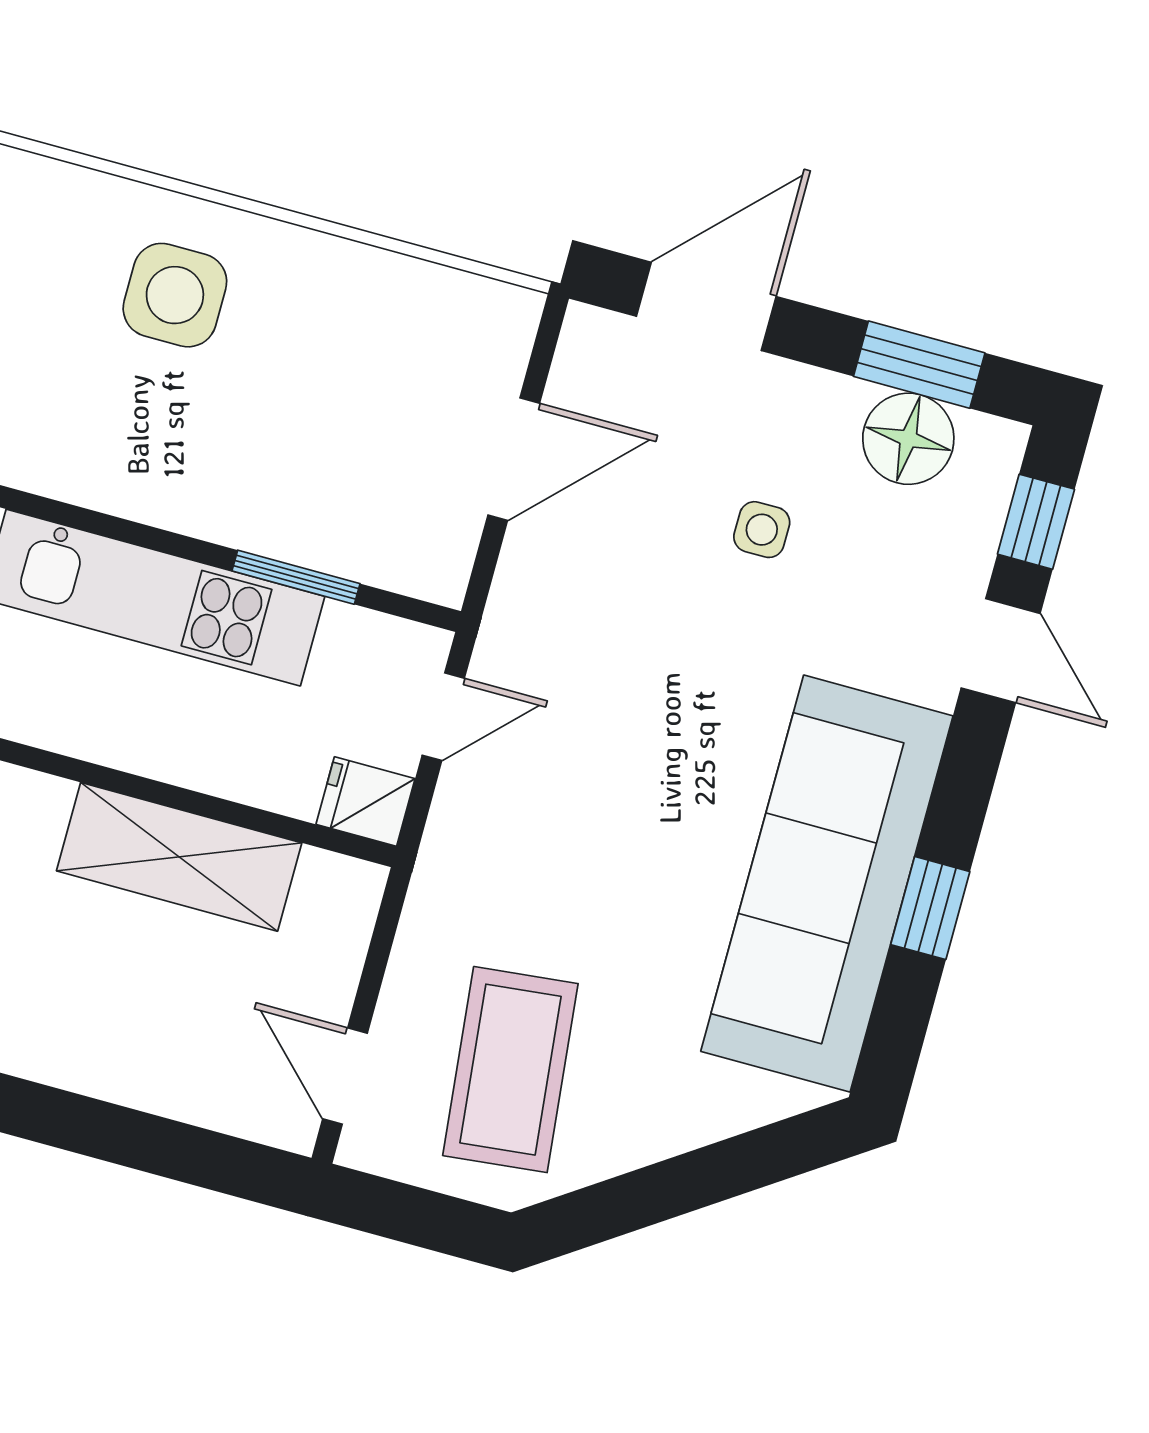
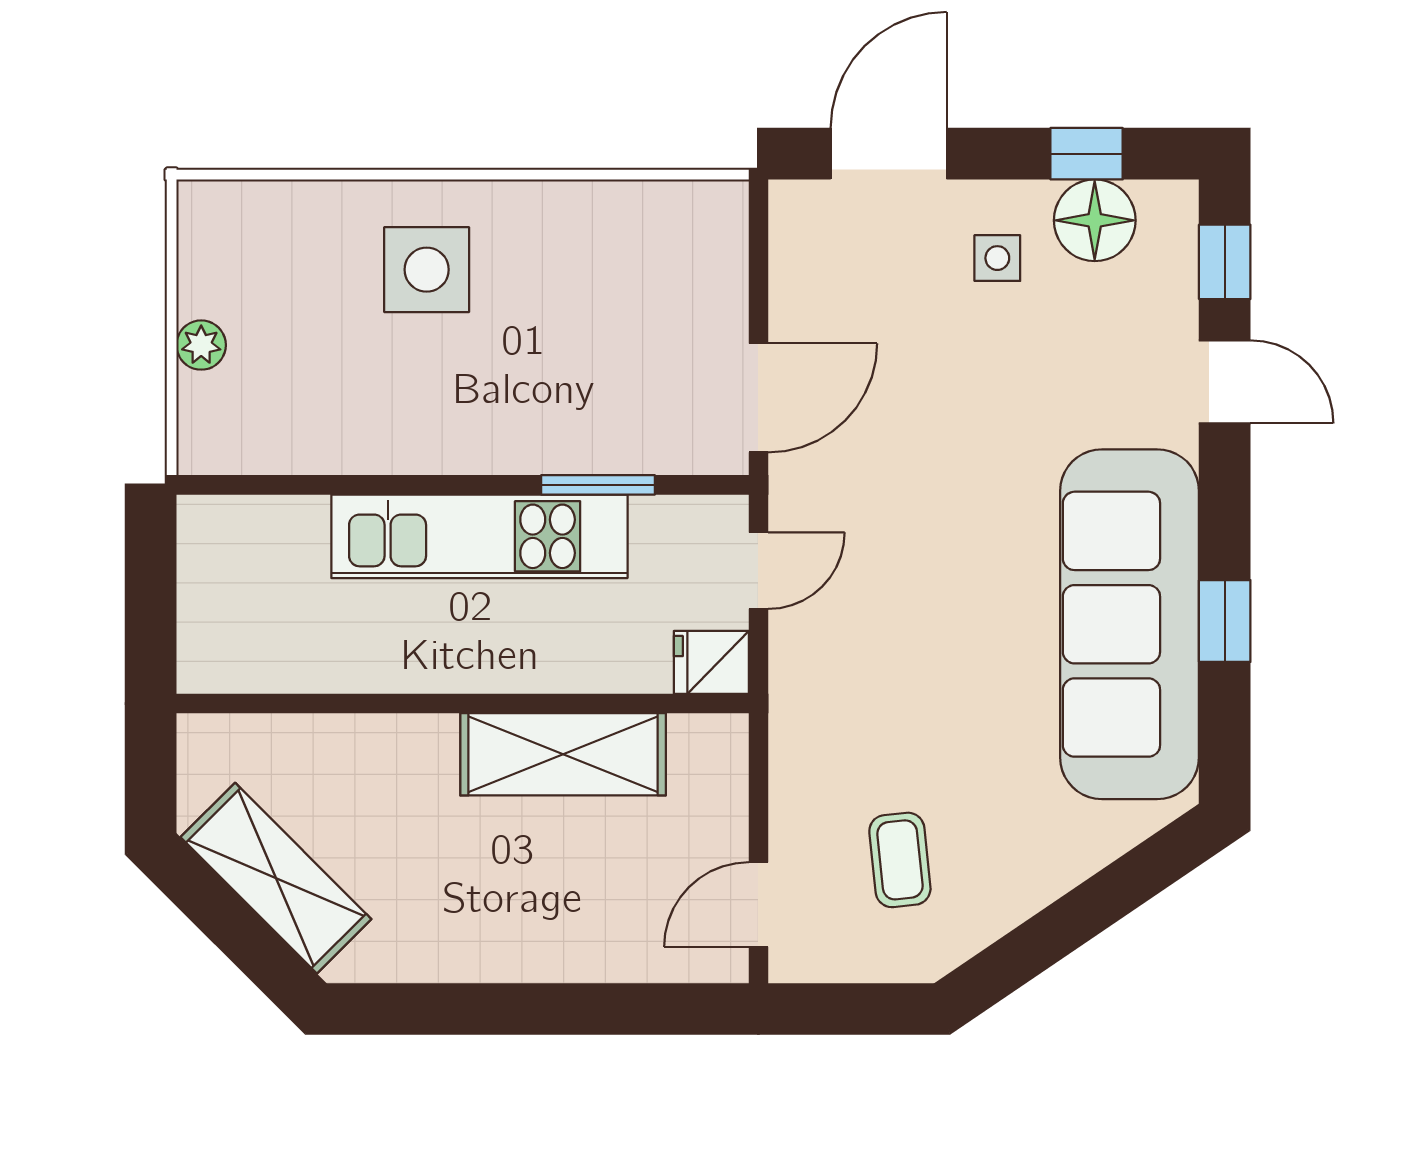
window: (919, 365) -> (1087, 154), width x0.67
door: (514, 459) -> (758, 398), moved
side table: (762, 530) -> (997, 258), moved
coffee table: (510, 1070) -> (900, 860), width x0.54, depth x0.58
door: (345, 1076) -> (758, 905), hinge flipped

